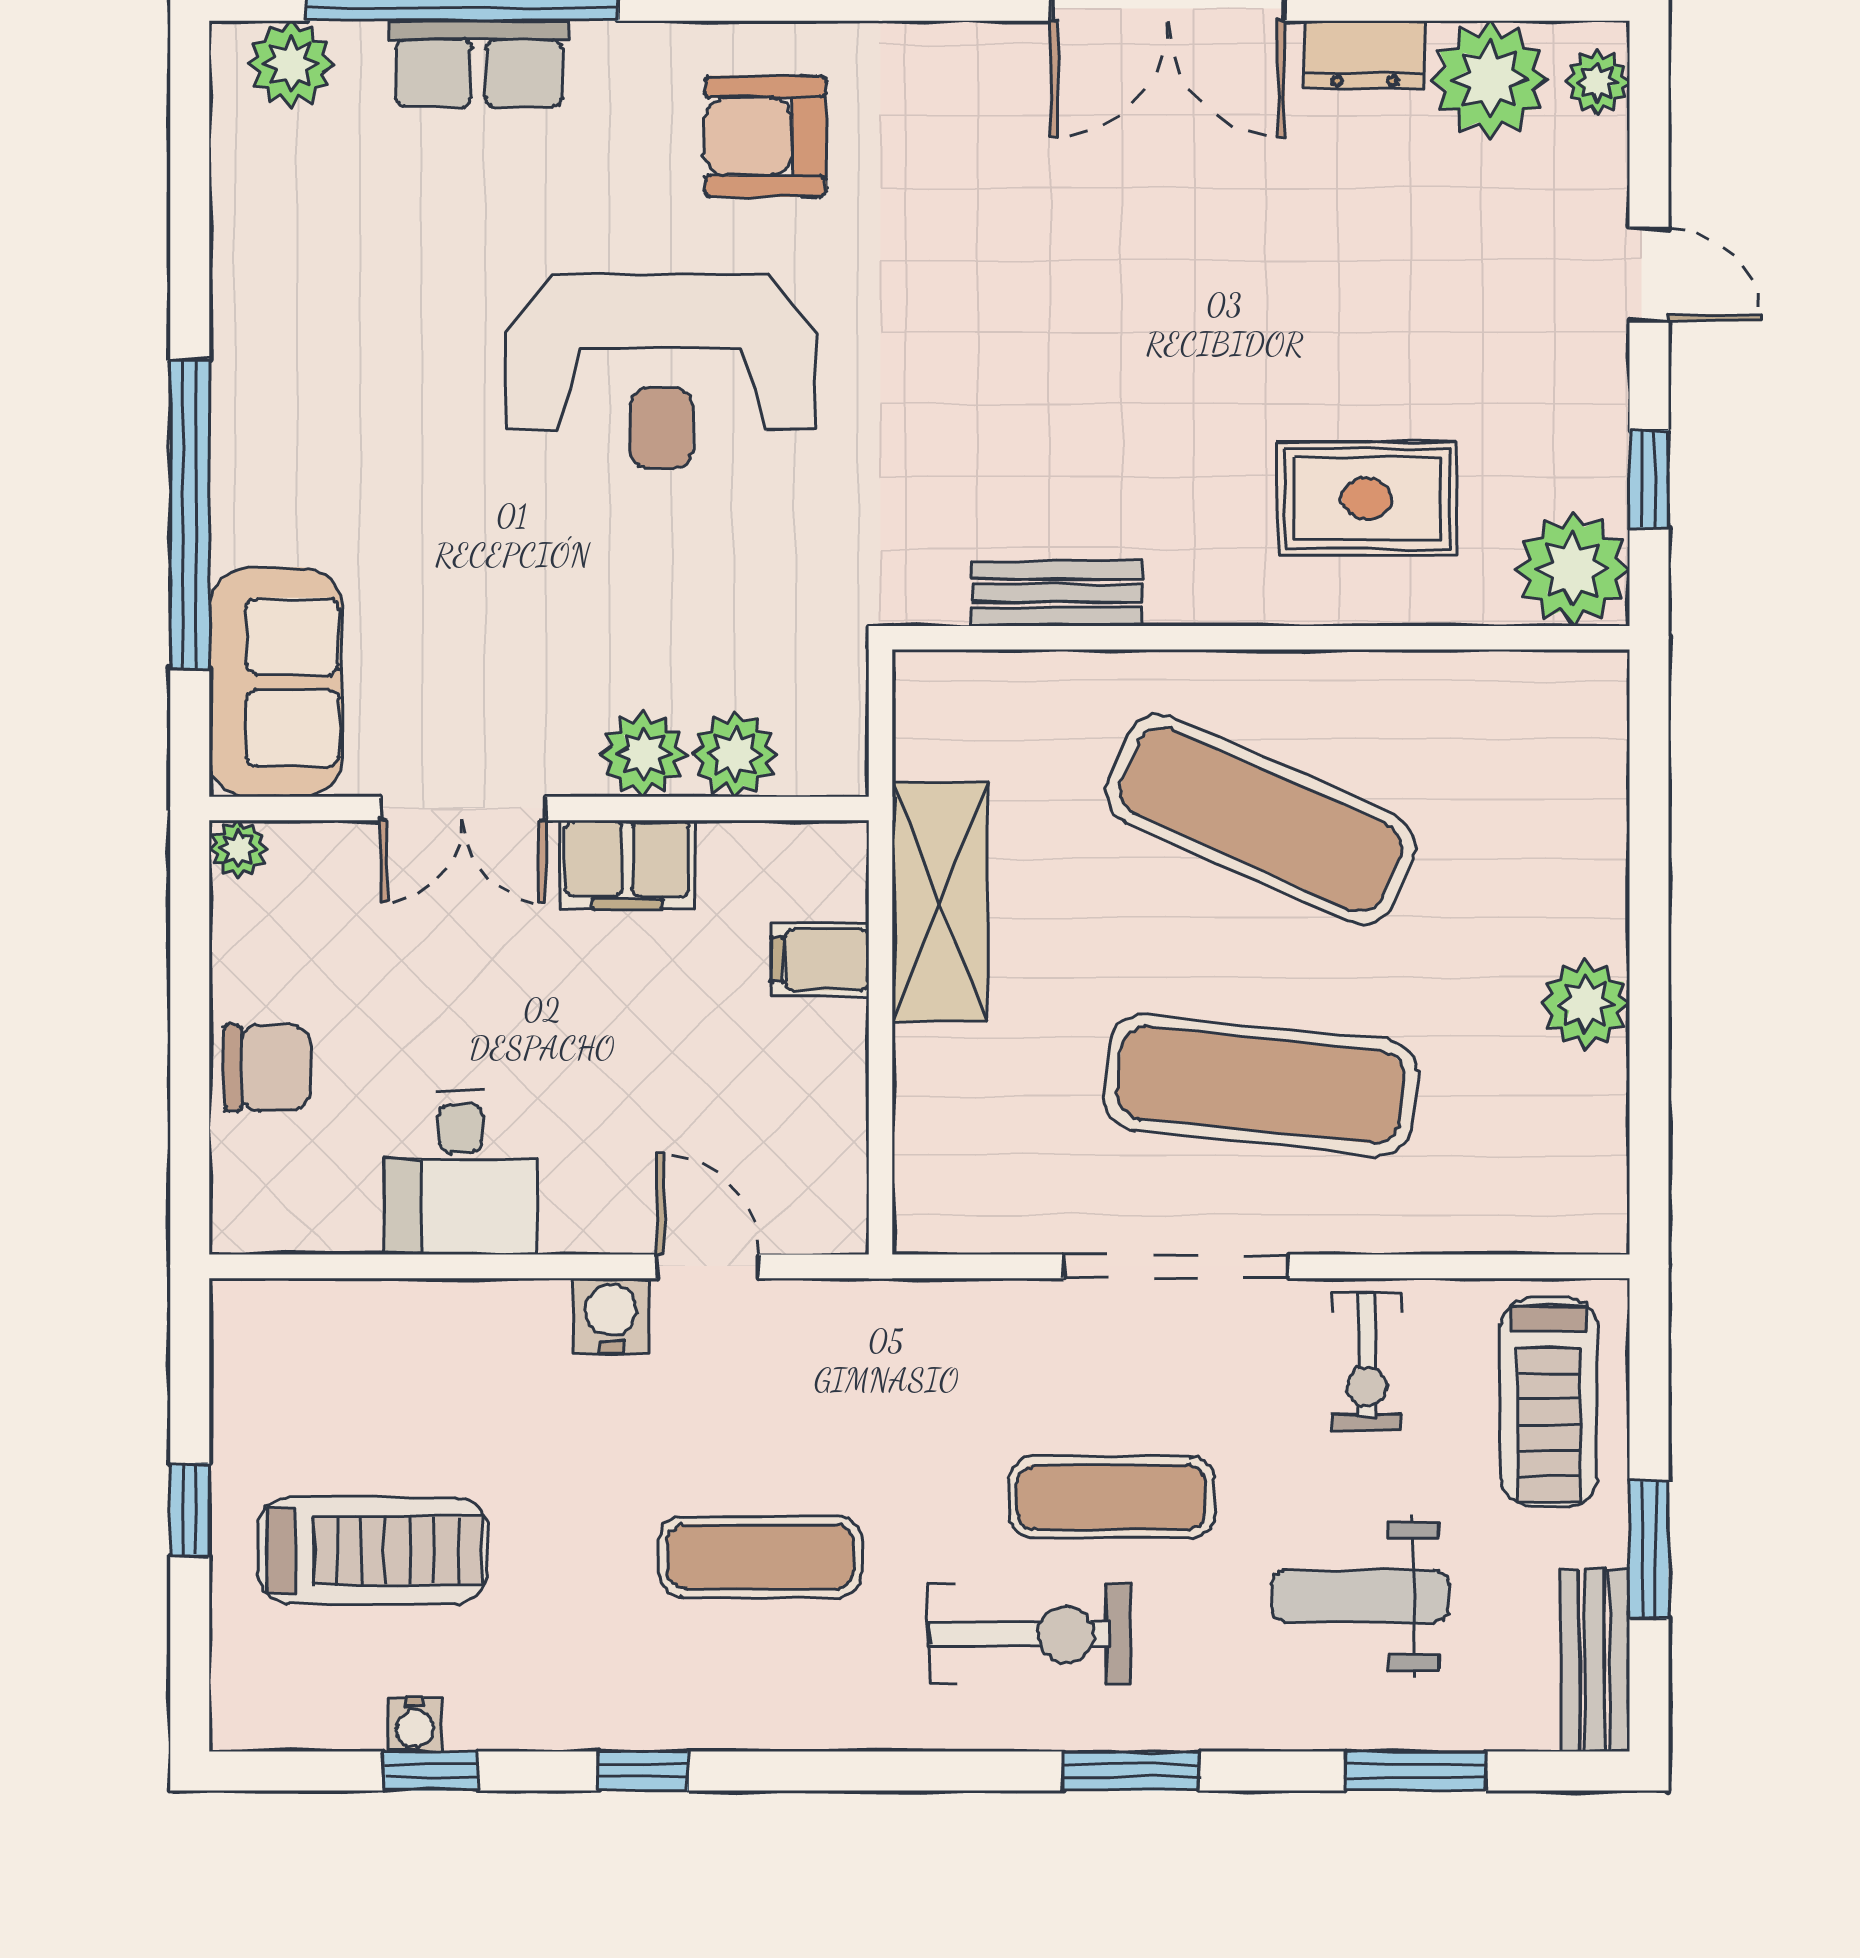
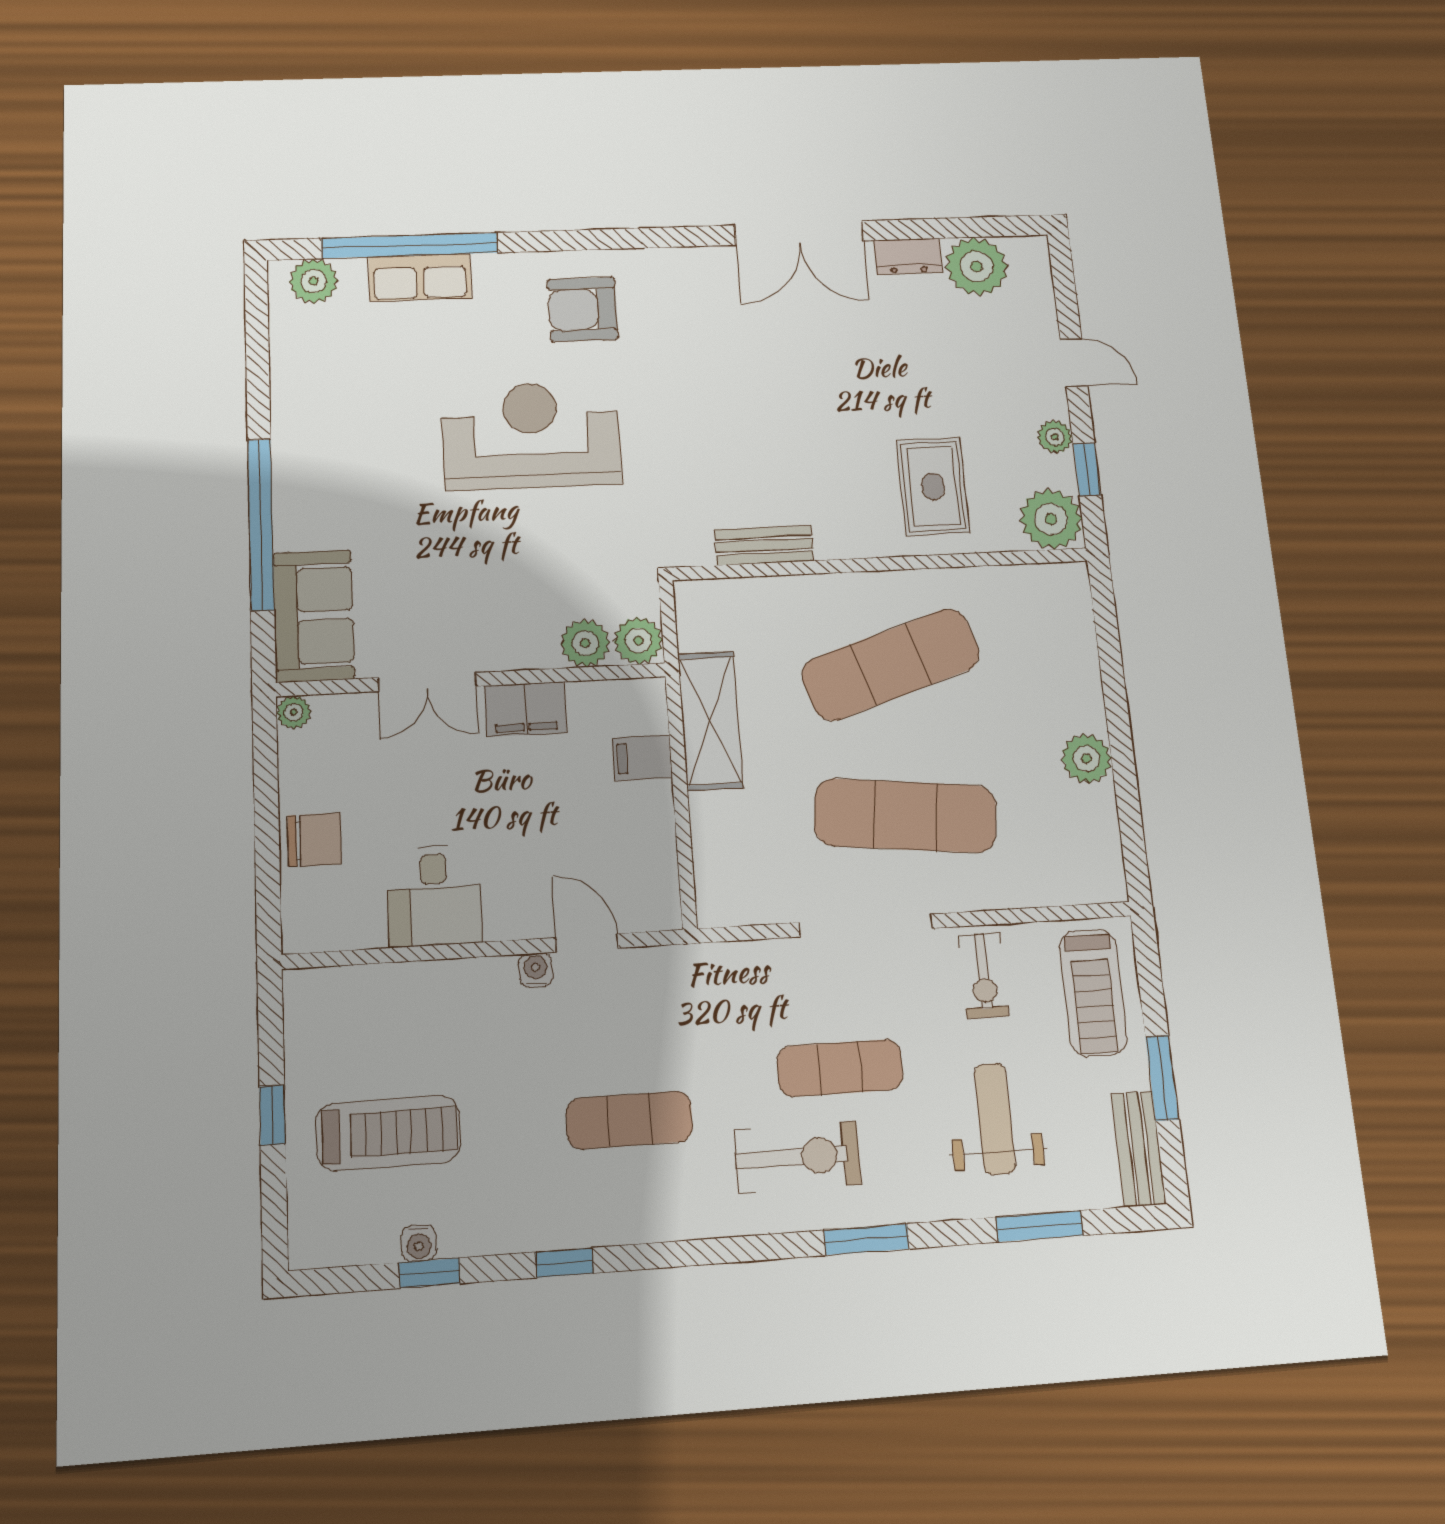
plant: (1598, 82) -> (1055, 437), moved
reception desk: (661, 372) -> (531, 435), turned 180
rug: (1367, 499) -> (933, 486), turned 90
plant: (643, 754) -> (638, 641), moved
exercise mat: (1261, 819) -> (891, 664), turned -42
water cooler: (611, 1316) -> (536, 970), width x0.72, depth x0.72
weight bench: (1360, 1596) -> (995, 1119), turned 90

